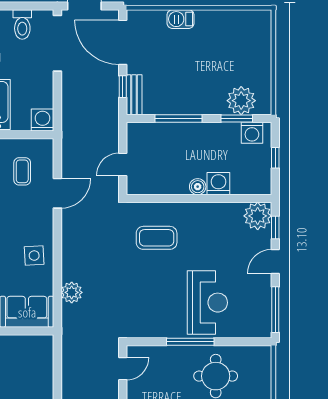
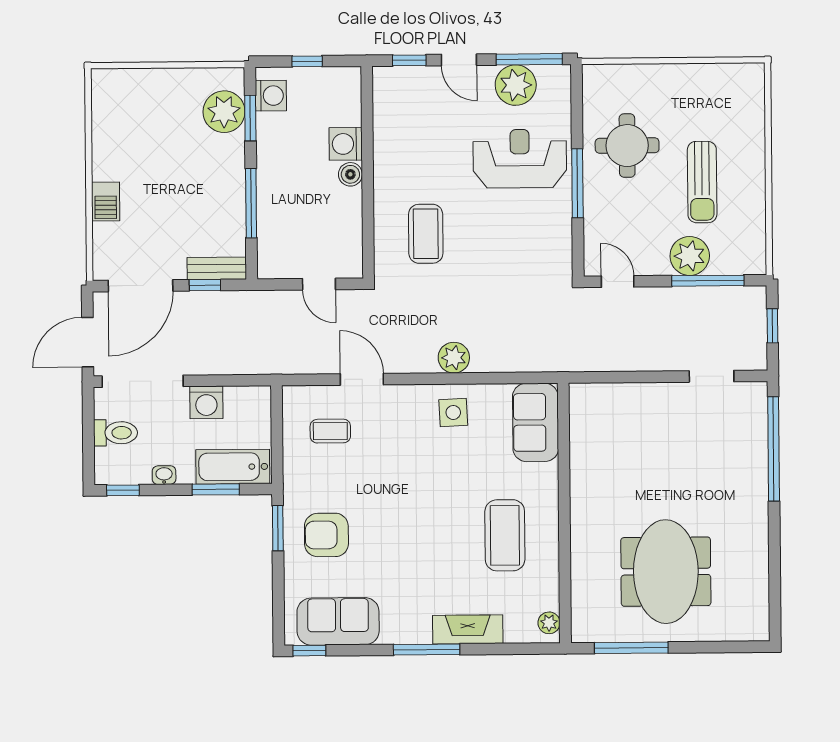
washing machine: (43, 120) -> (206, 402), moved, turned -90
plant: (258, 216) -> (516, 85), moved
plant: (72, 292) -> (454, 358), moved

